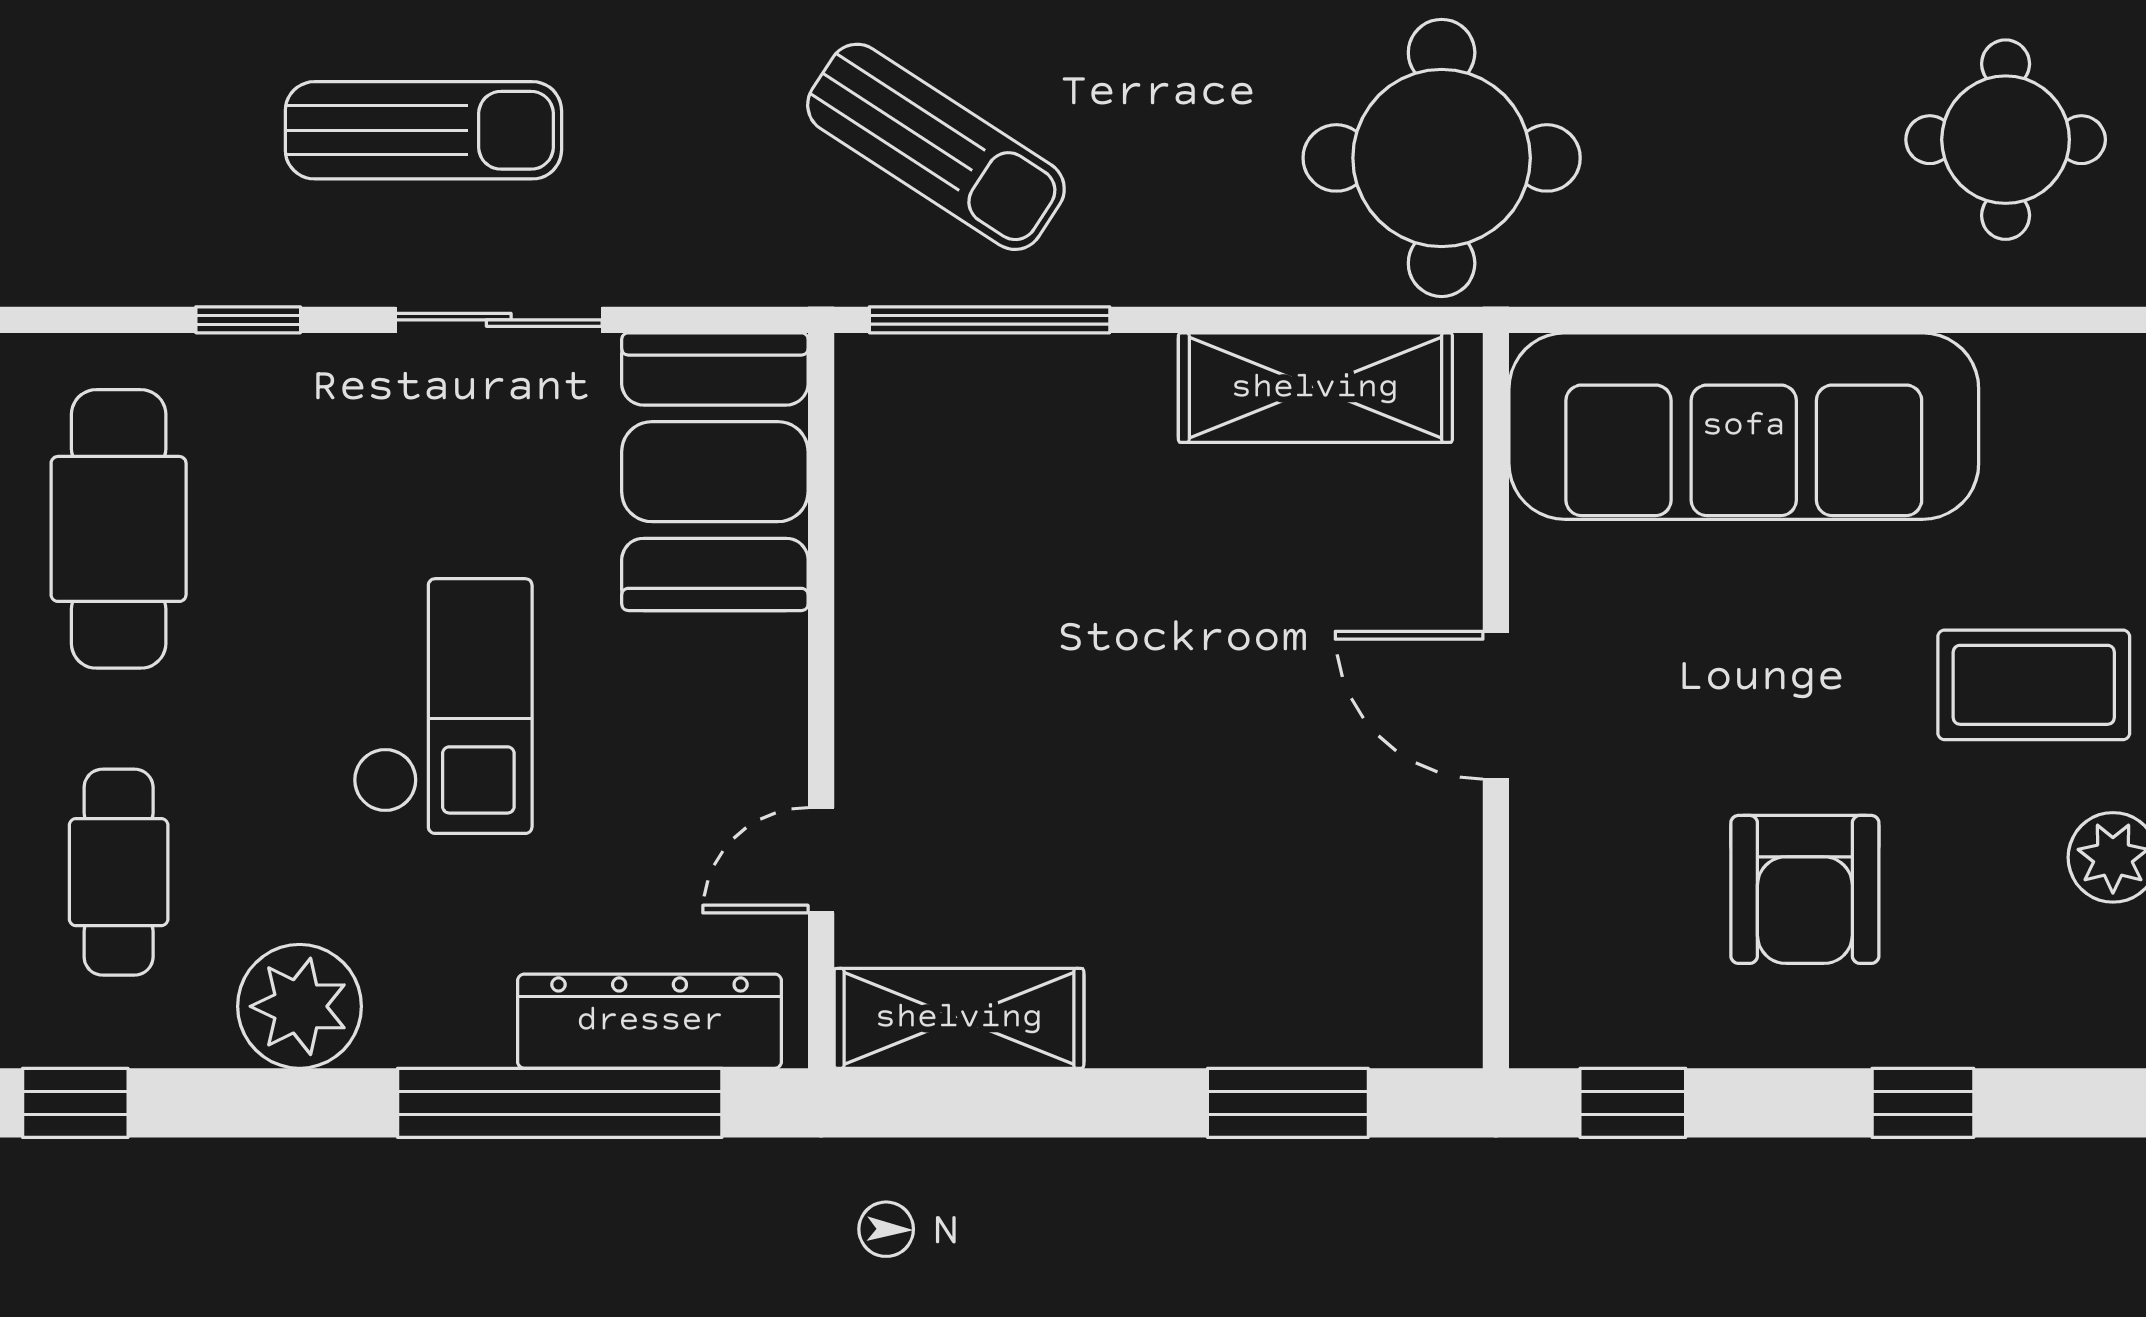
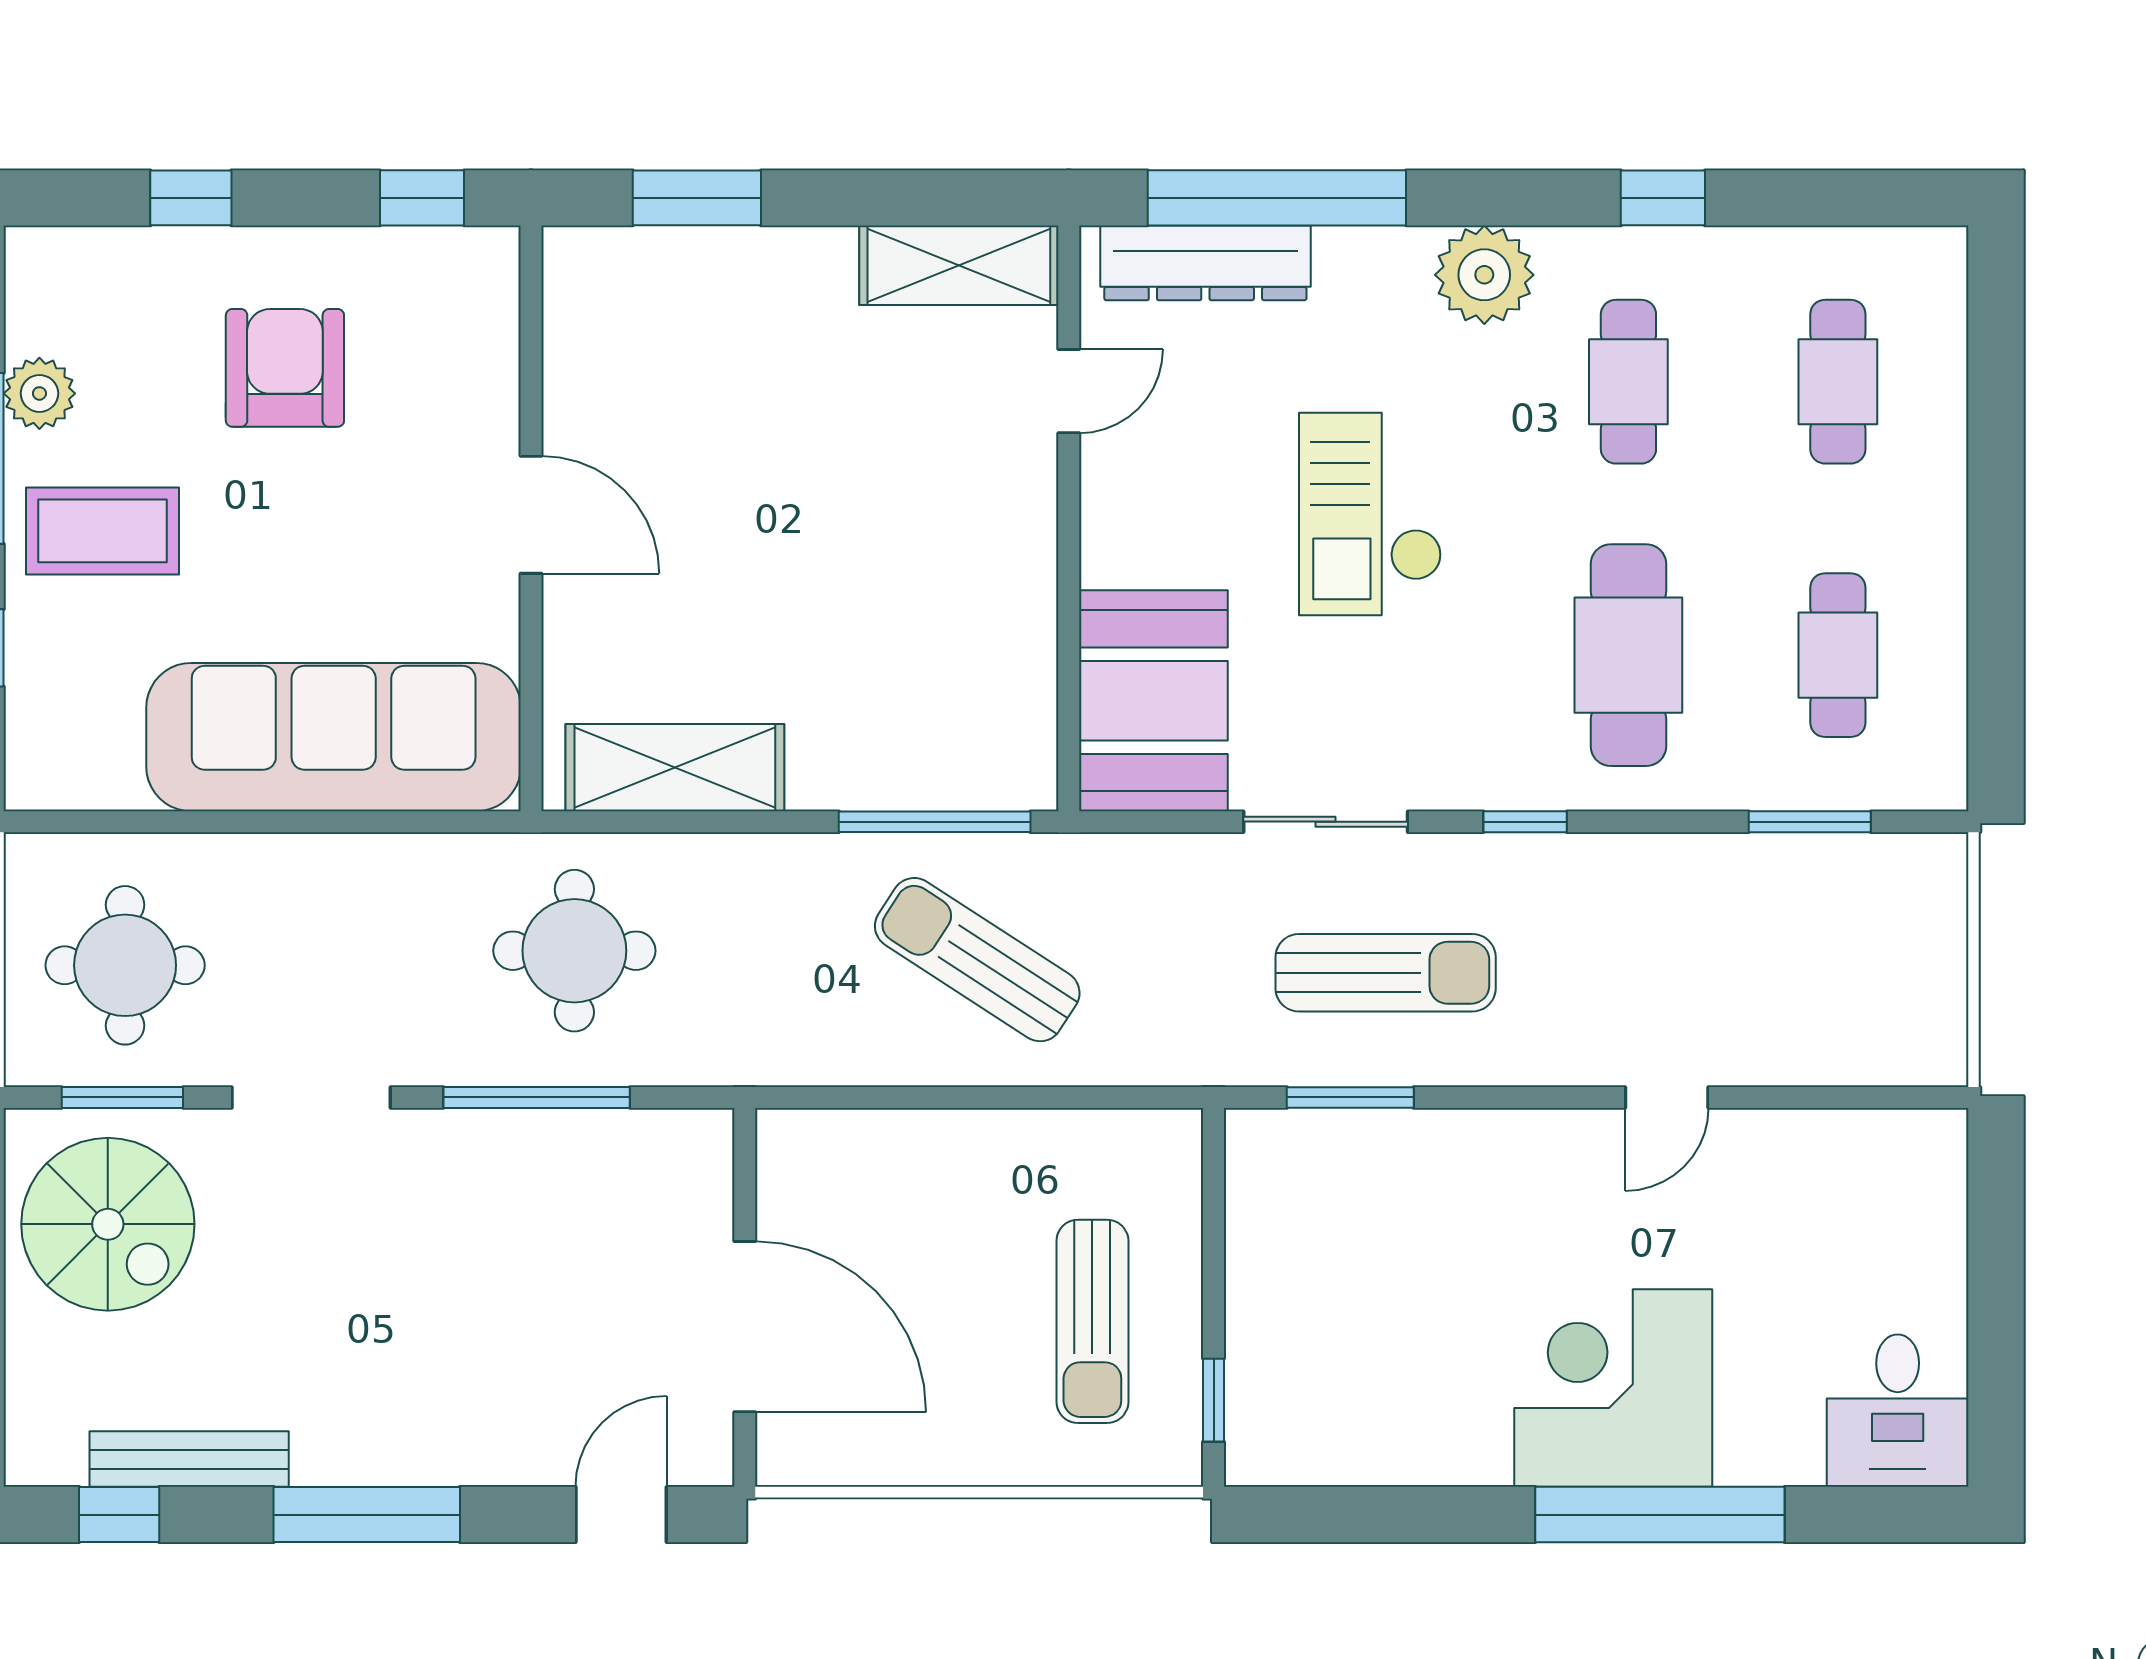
sun lounger: (423, 130) -> (1386, 973), turned 180
round table: (1442, 158) -> (574, 951), width x0.73, depth x0.73

